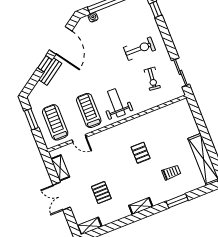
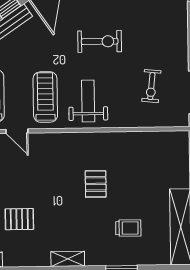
exercise bike: (140, 49) -> (100, 41), moved
pallet: (101, 193) -> (19, 219), turned 90

